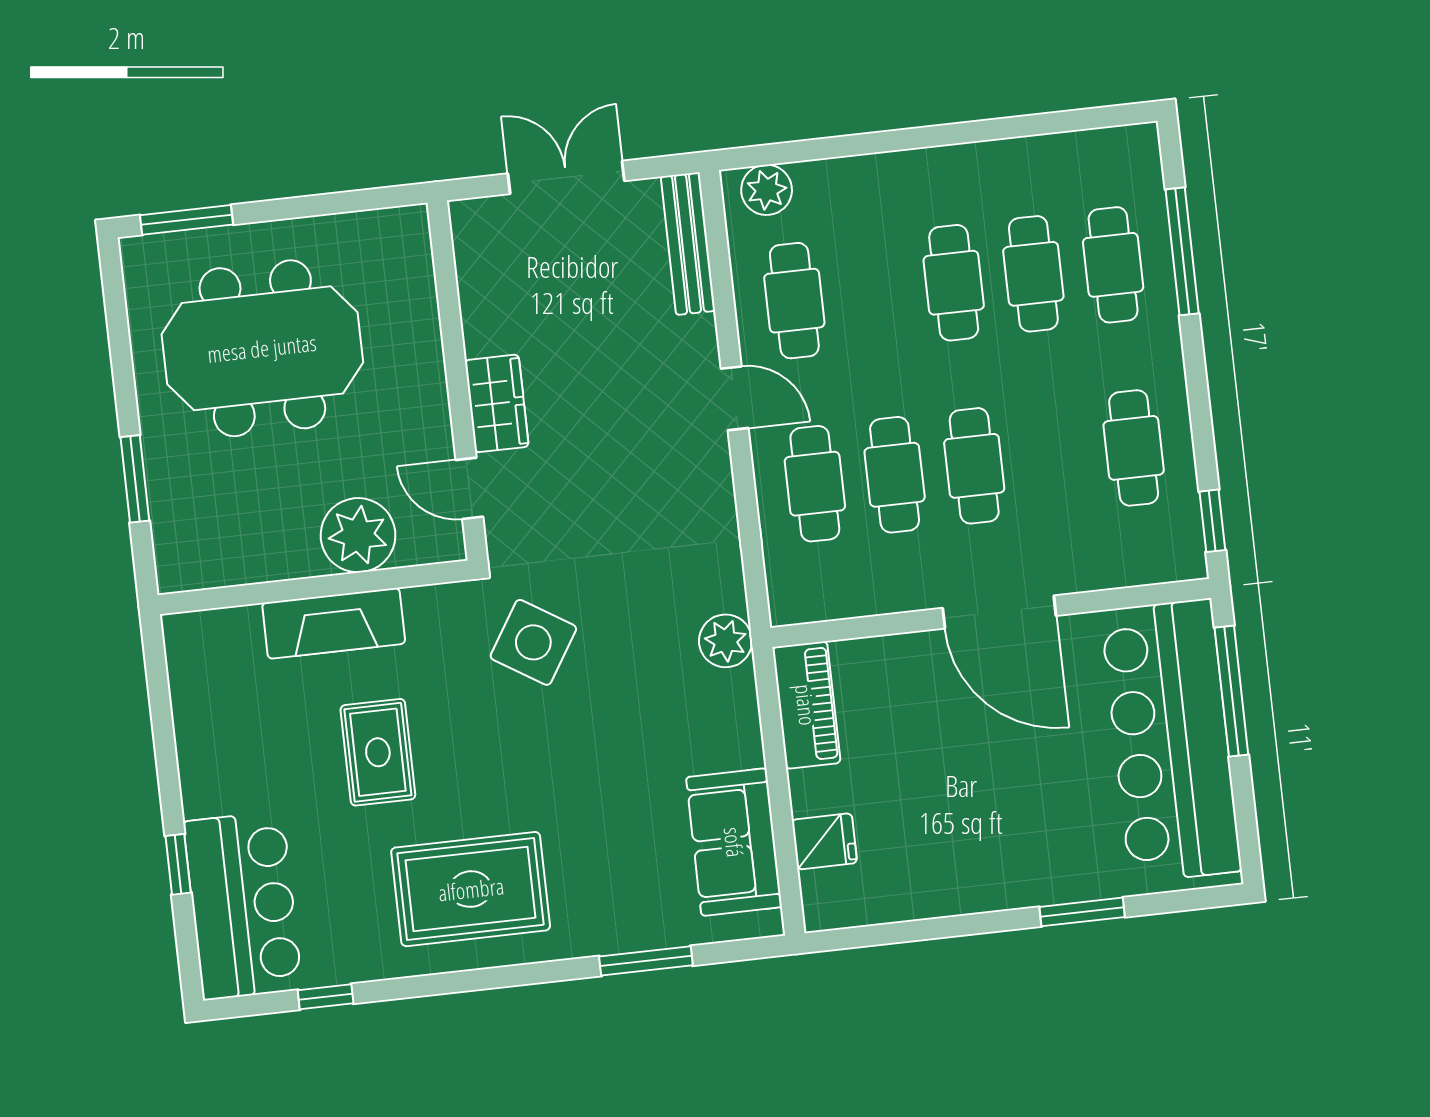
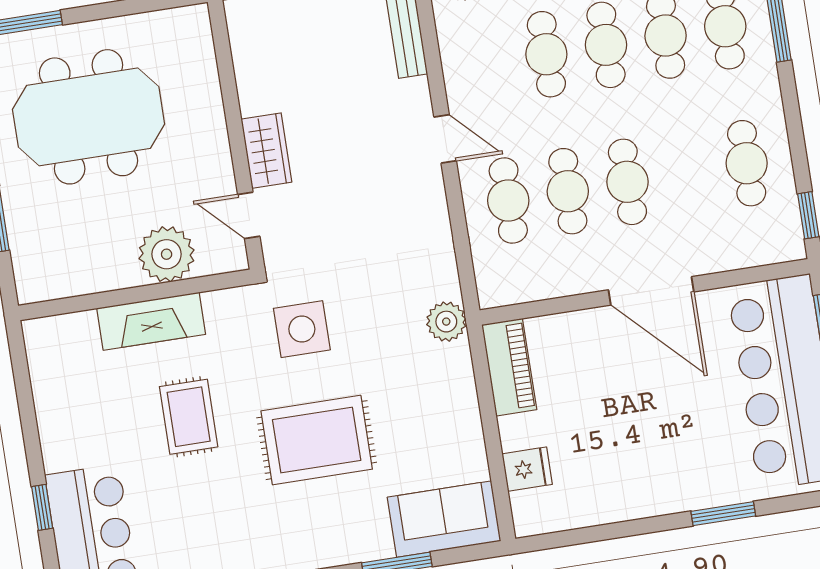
cafe table: (794, 301) -> (546, 54), moved
side table: (533, 642) -> (302, 329), turned -32
sofa: (734, 842) -> (444, 519), moved, turned 90
rug: (471, 889) -> (317, 440), moved

